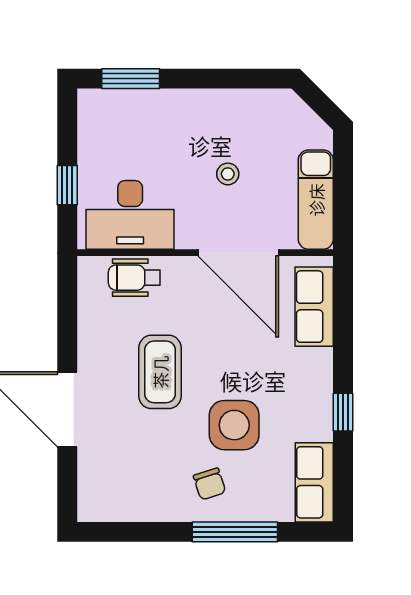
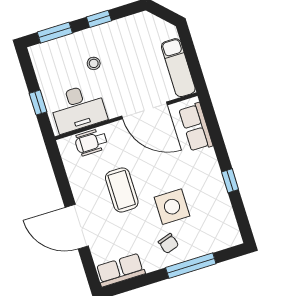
window: (210, 79) -> (99, 19), added
stool: (228, 174) -> (94, 63), moved
row of seats: (314, 482) -> (120, 270), moved, turned 90

